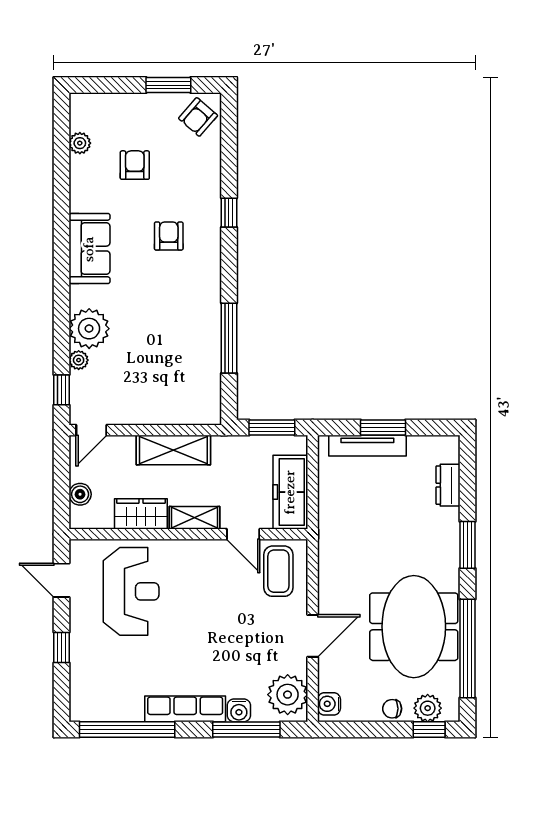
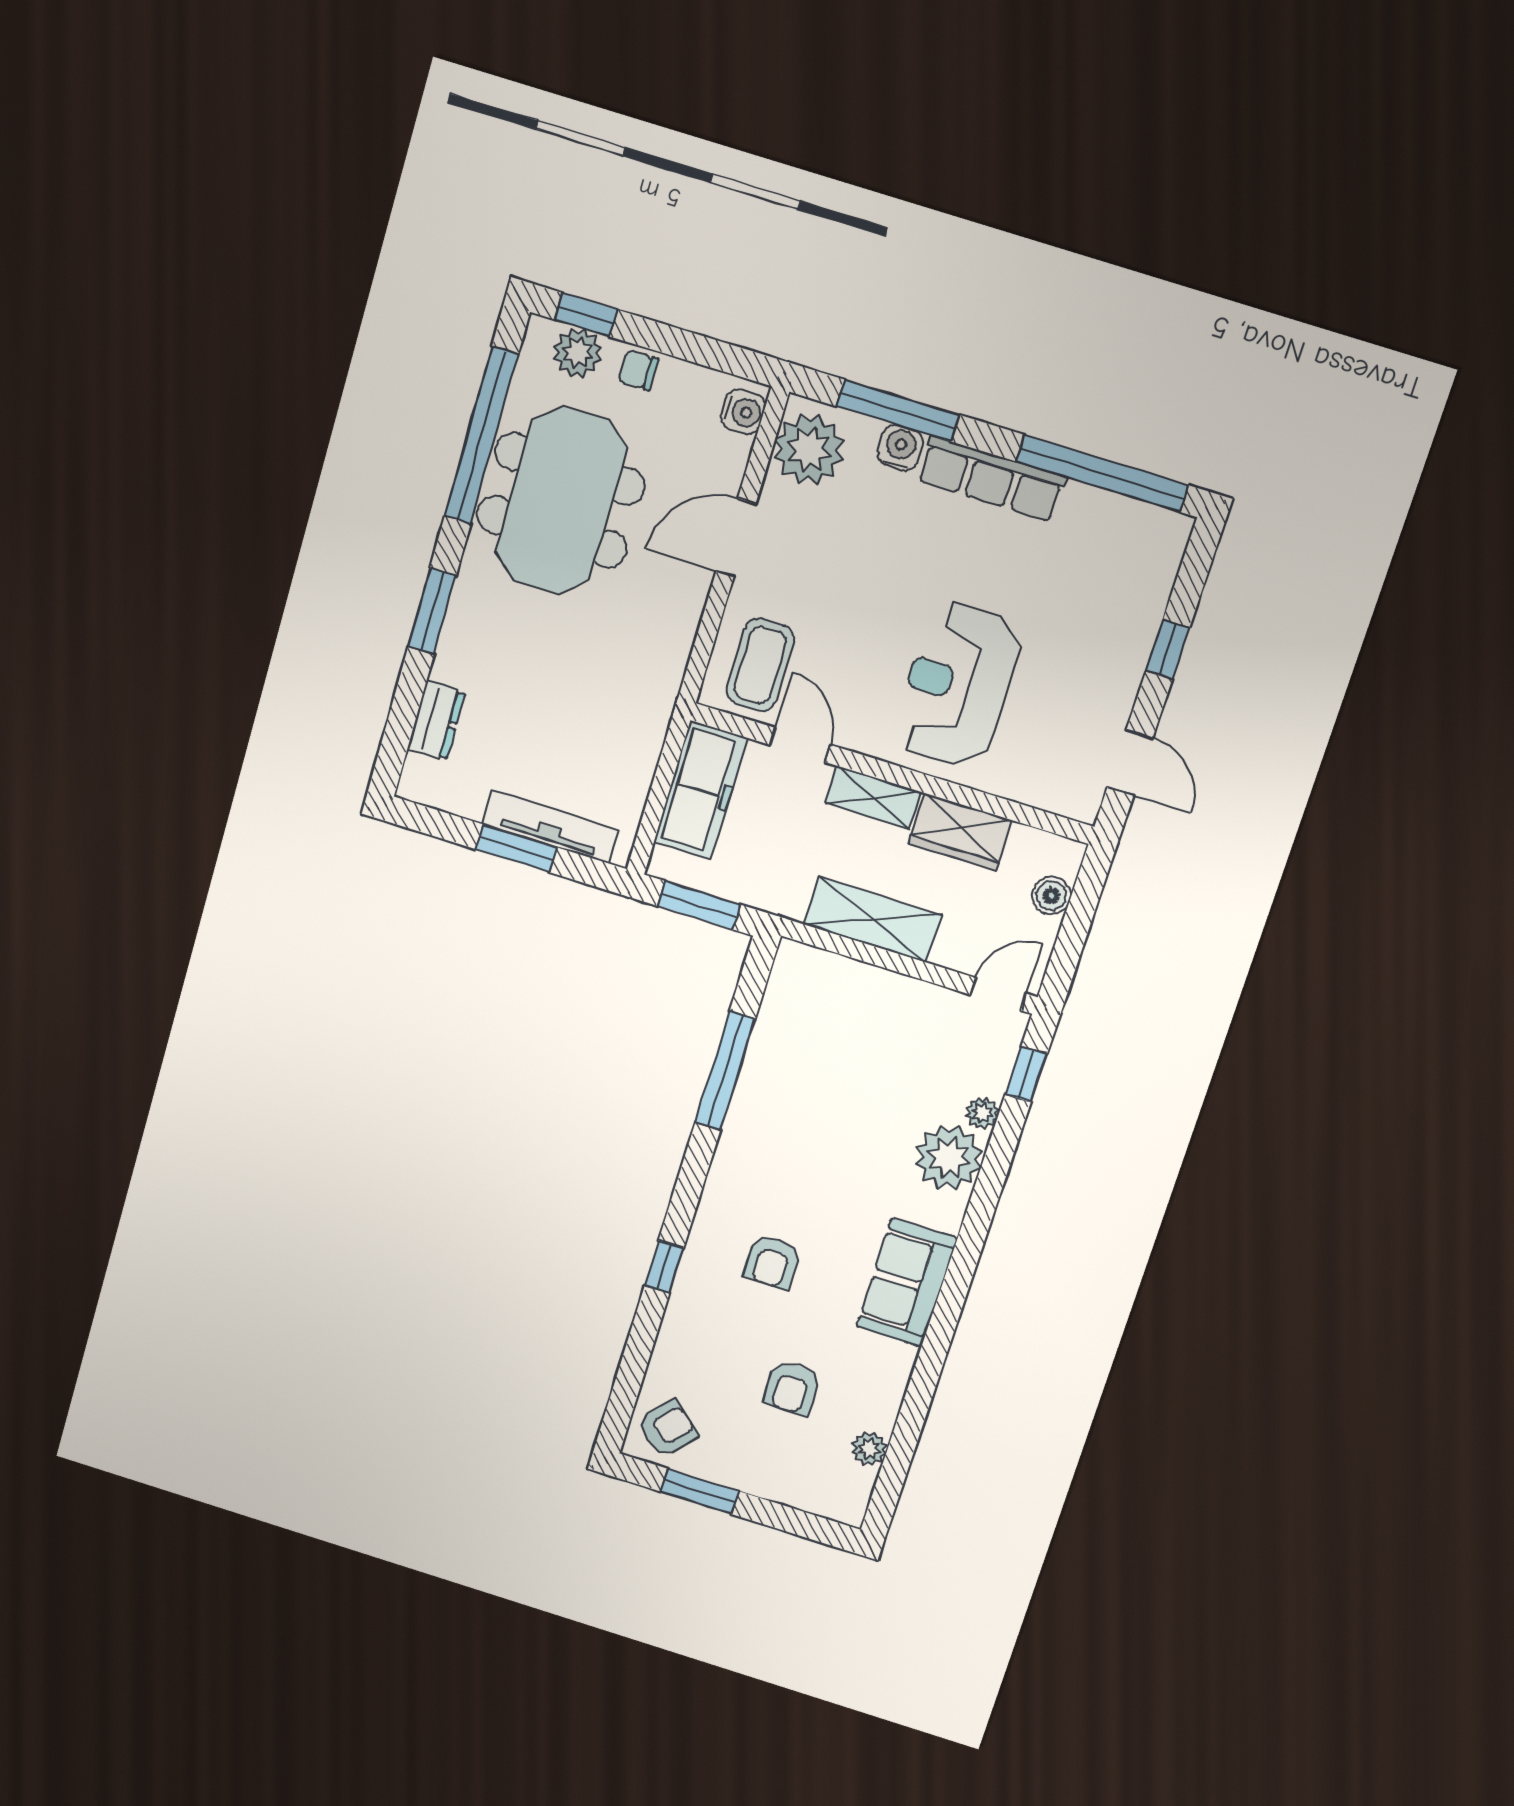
reception desk: (131, 591) -> (958, 685), moved
chair: (392, 709) -> (638, 370), turned 180

